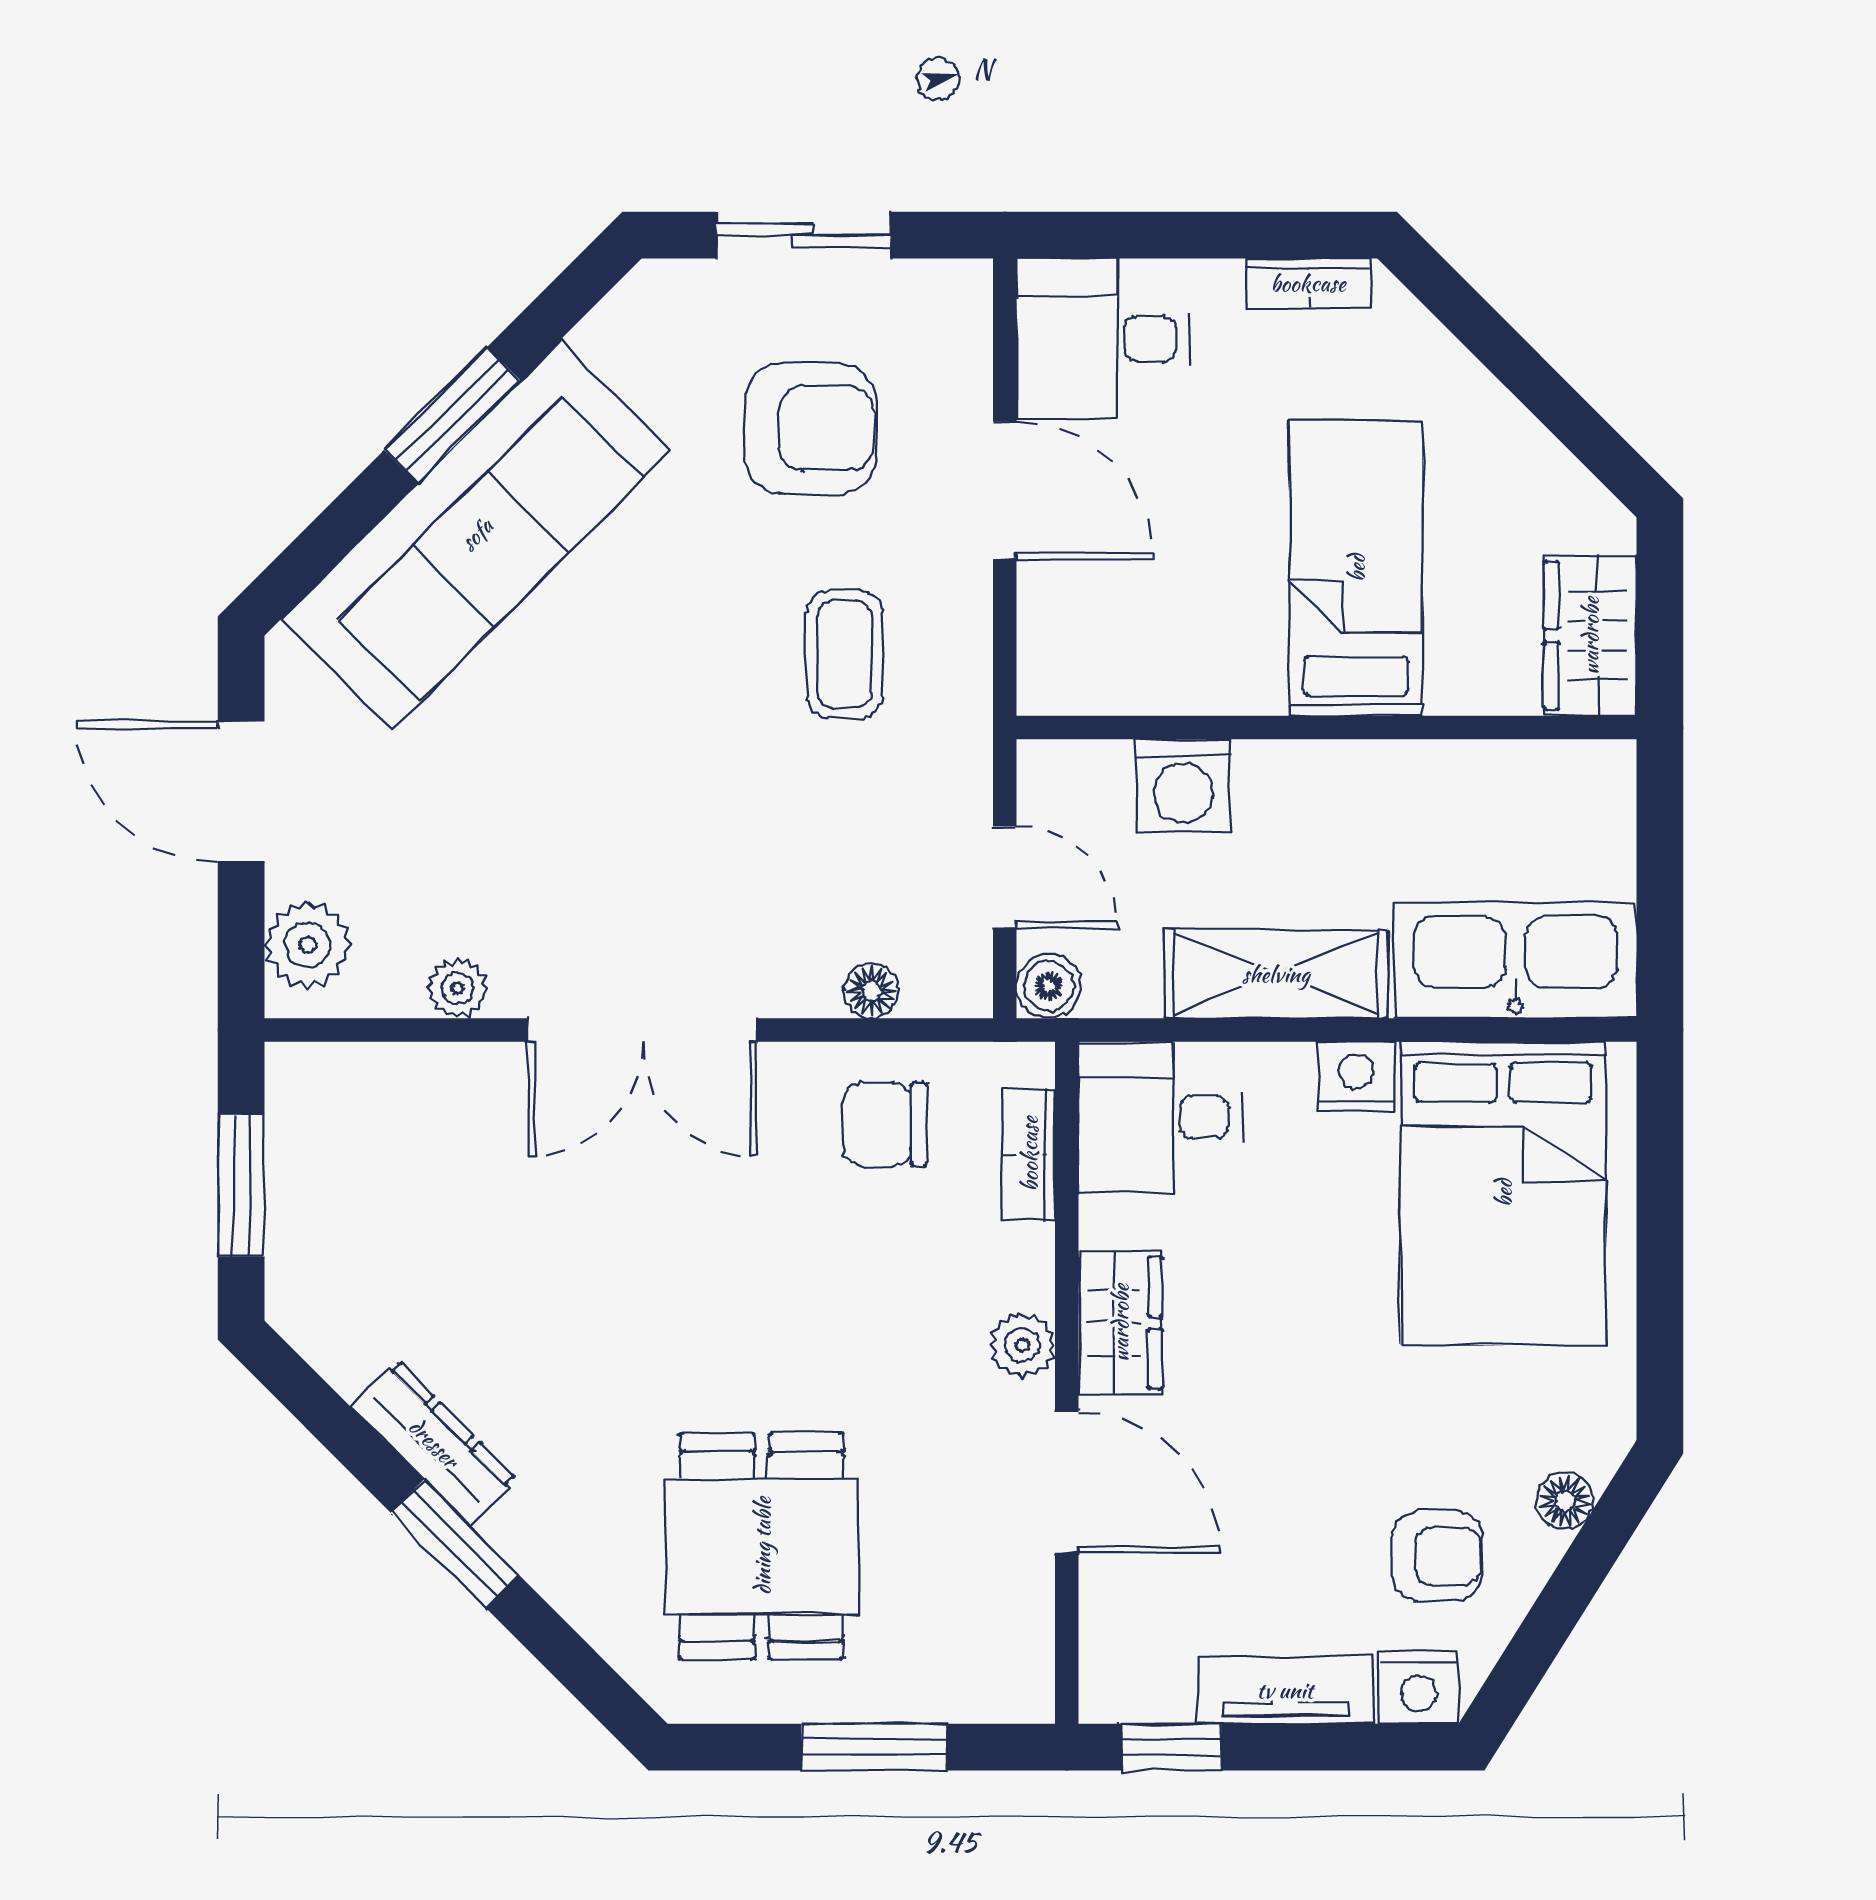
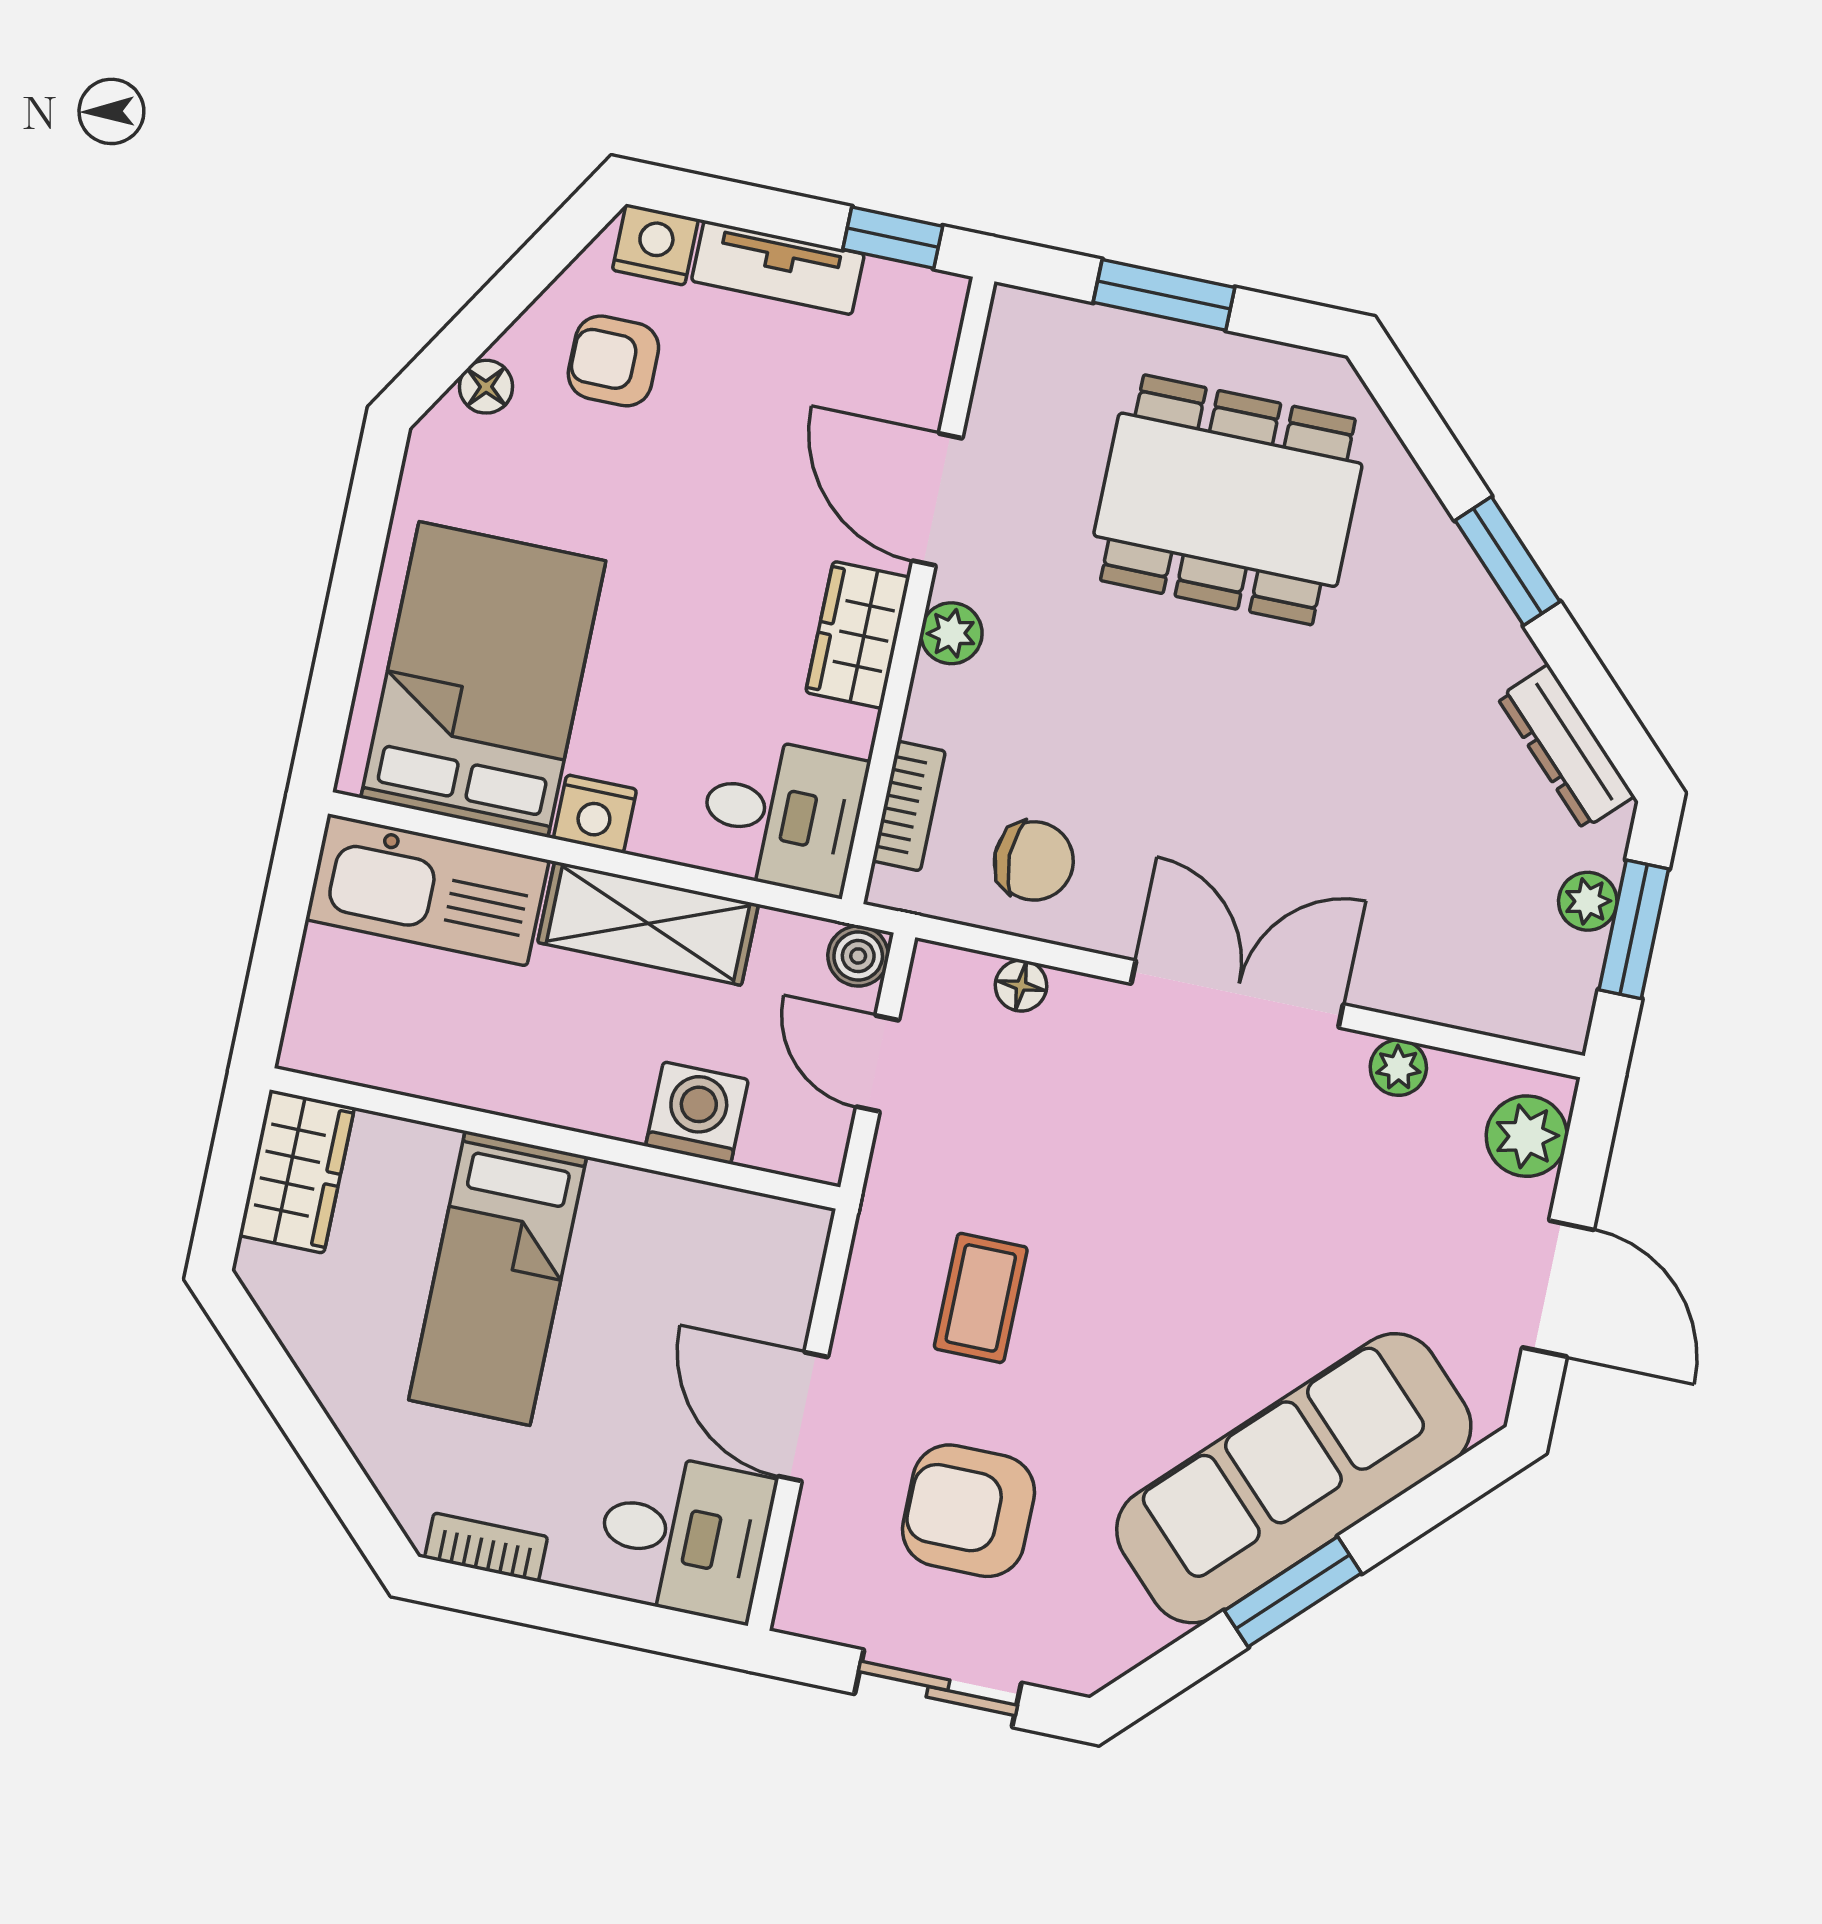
plant: (295, 1205) -> (1588, 901), added
dresser: (434, 1443) -> (1566, 747), moved
dining table: (762, 1546) -> (1228, 500), width x1.38

